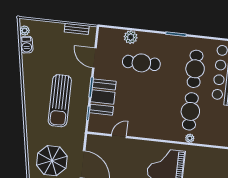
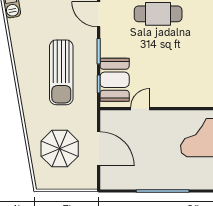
booth: (103, 97) -> (115, 80), moved

